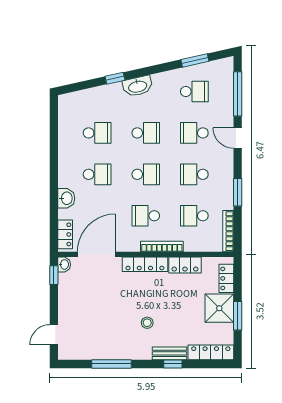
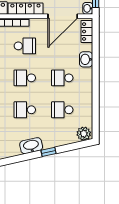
plant: (69, 102) -> (84, 134), added

